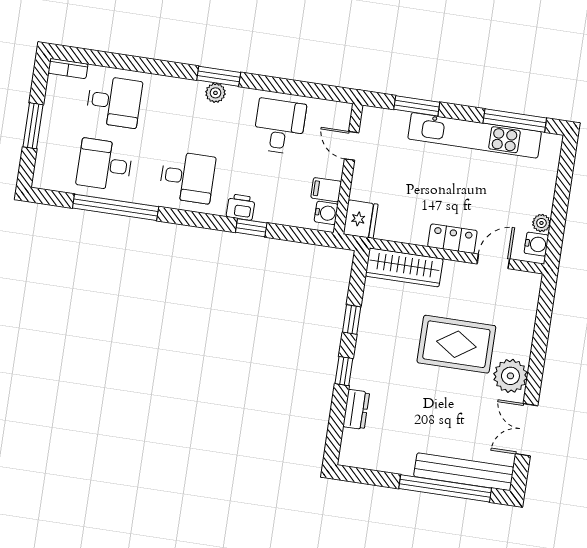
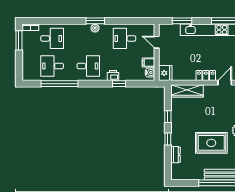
window: (33, 126) -> (19, 40), moved
desk: (279, 126) -> (125, 38), turned -90
rug: (456, 344) -> (211, 143), moved

